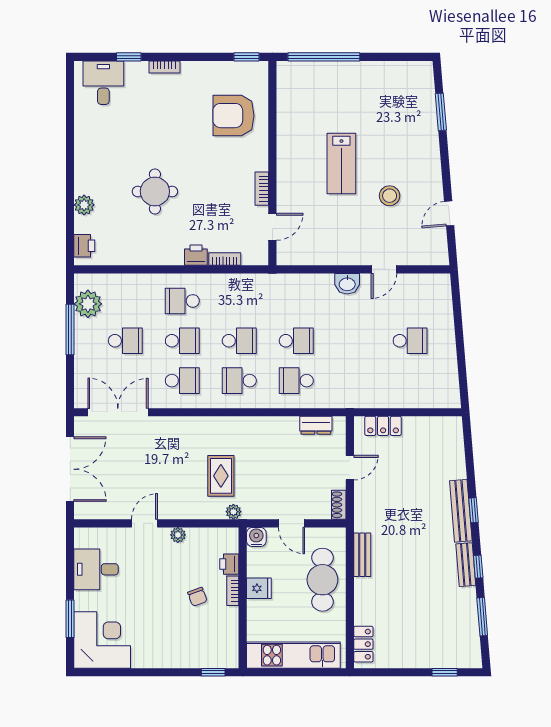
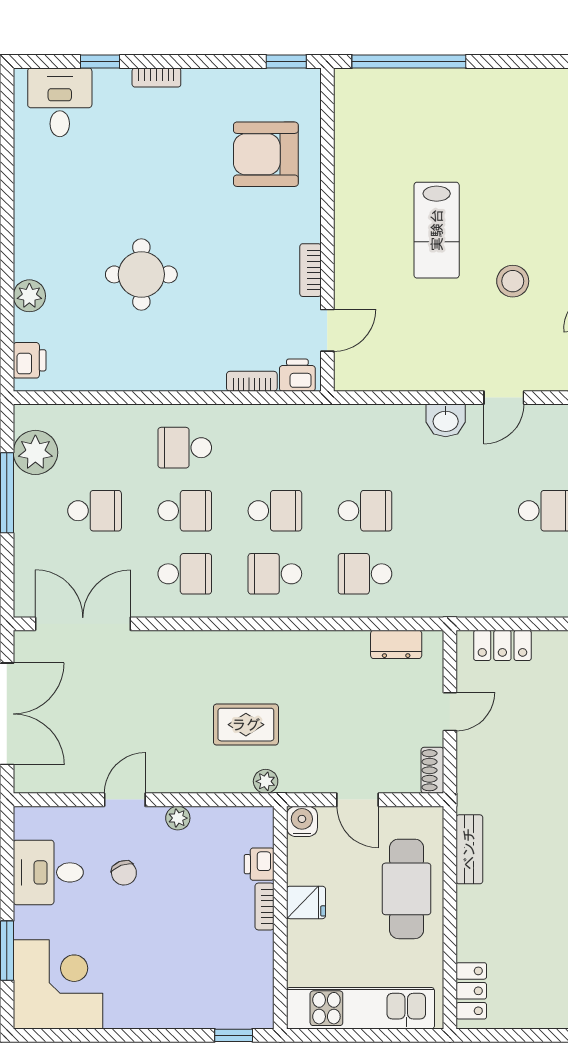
printer: (196, 255) -> (297, 375), moved
rug: (221, 476) -> (246, 725), turned 90
chair: (197, 597) -> (124, 873), moved

